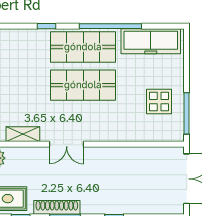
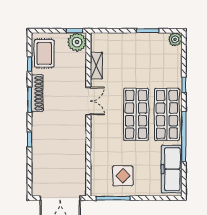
double door: (67, 144) -> (88, 101), swing flipped

